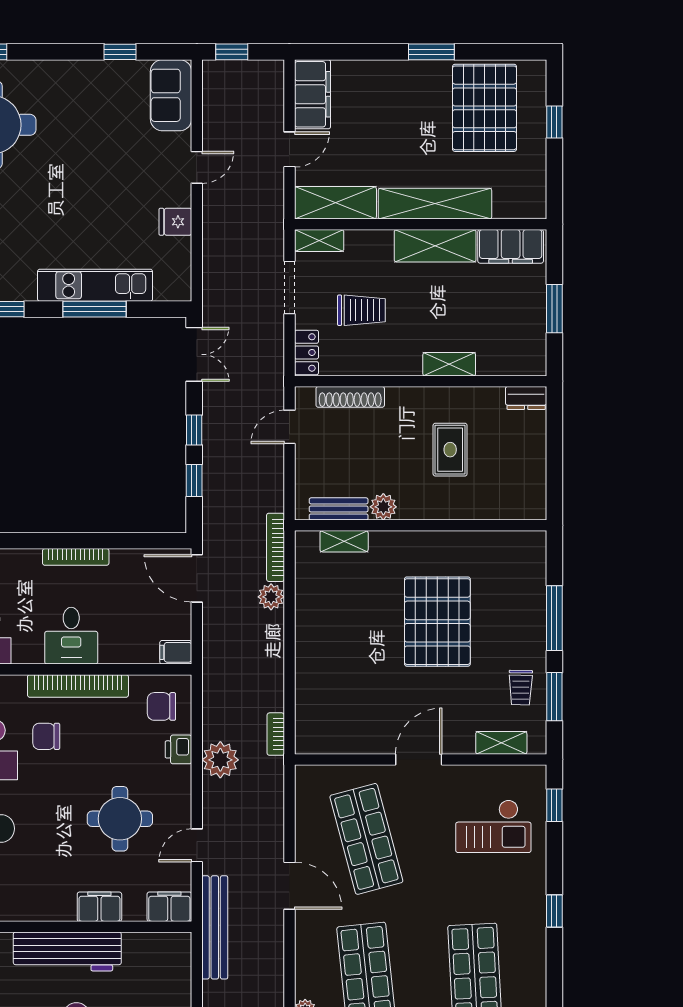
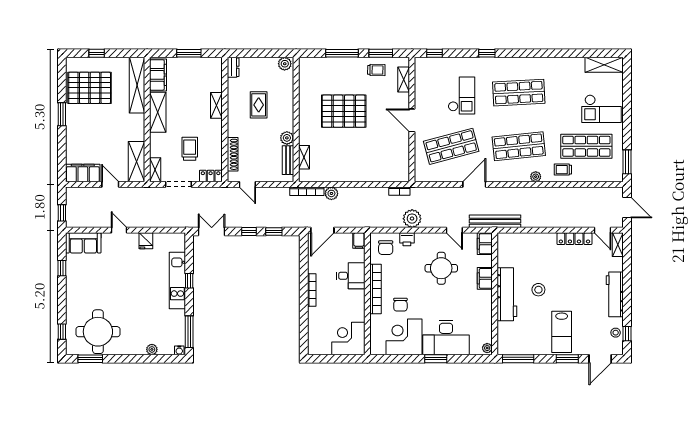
shelving: (435, 204) -> (137, 85), moved
window: (95, 309) -> (189, 281), width x0.46
rug: (450, 450) -> (259, 105), turned 90
plant: (533, 502) -> (285, 64), added
desk: (71, 636) -> (351, 276), moved
checkout: (493, 826) -> (461, 96), moved

